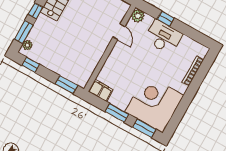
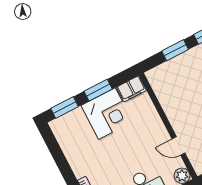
window: (66, 85) -> (175, 50), moved
corner desk: (154, 104) -> (107, 114), moved, width x0.74, depth x0.74

